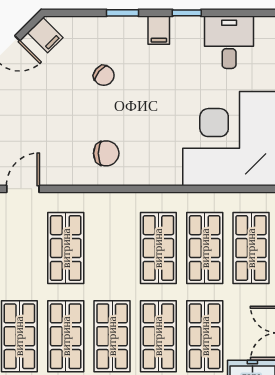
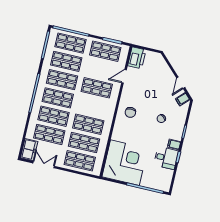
desk: (229, 42) -> (166, 158), moved
door: (23, 189) -> (124, 76), swing flipped

